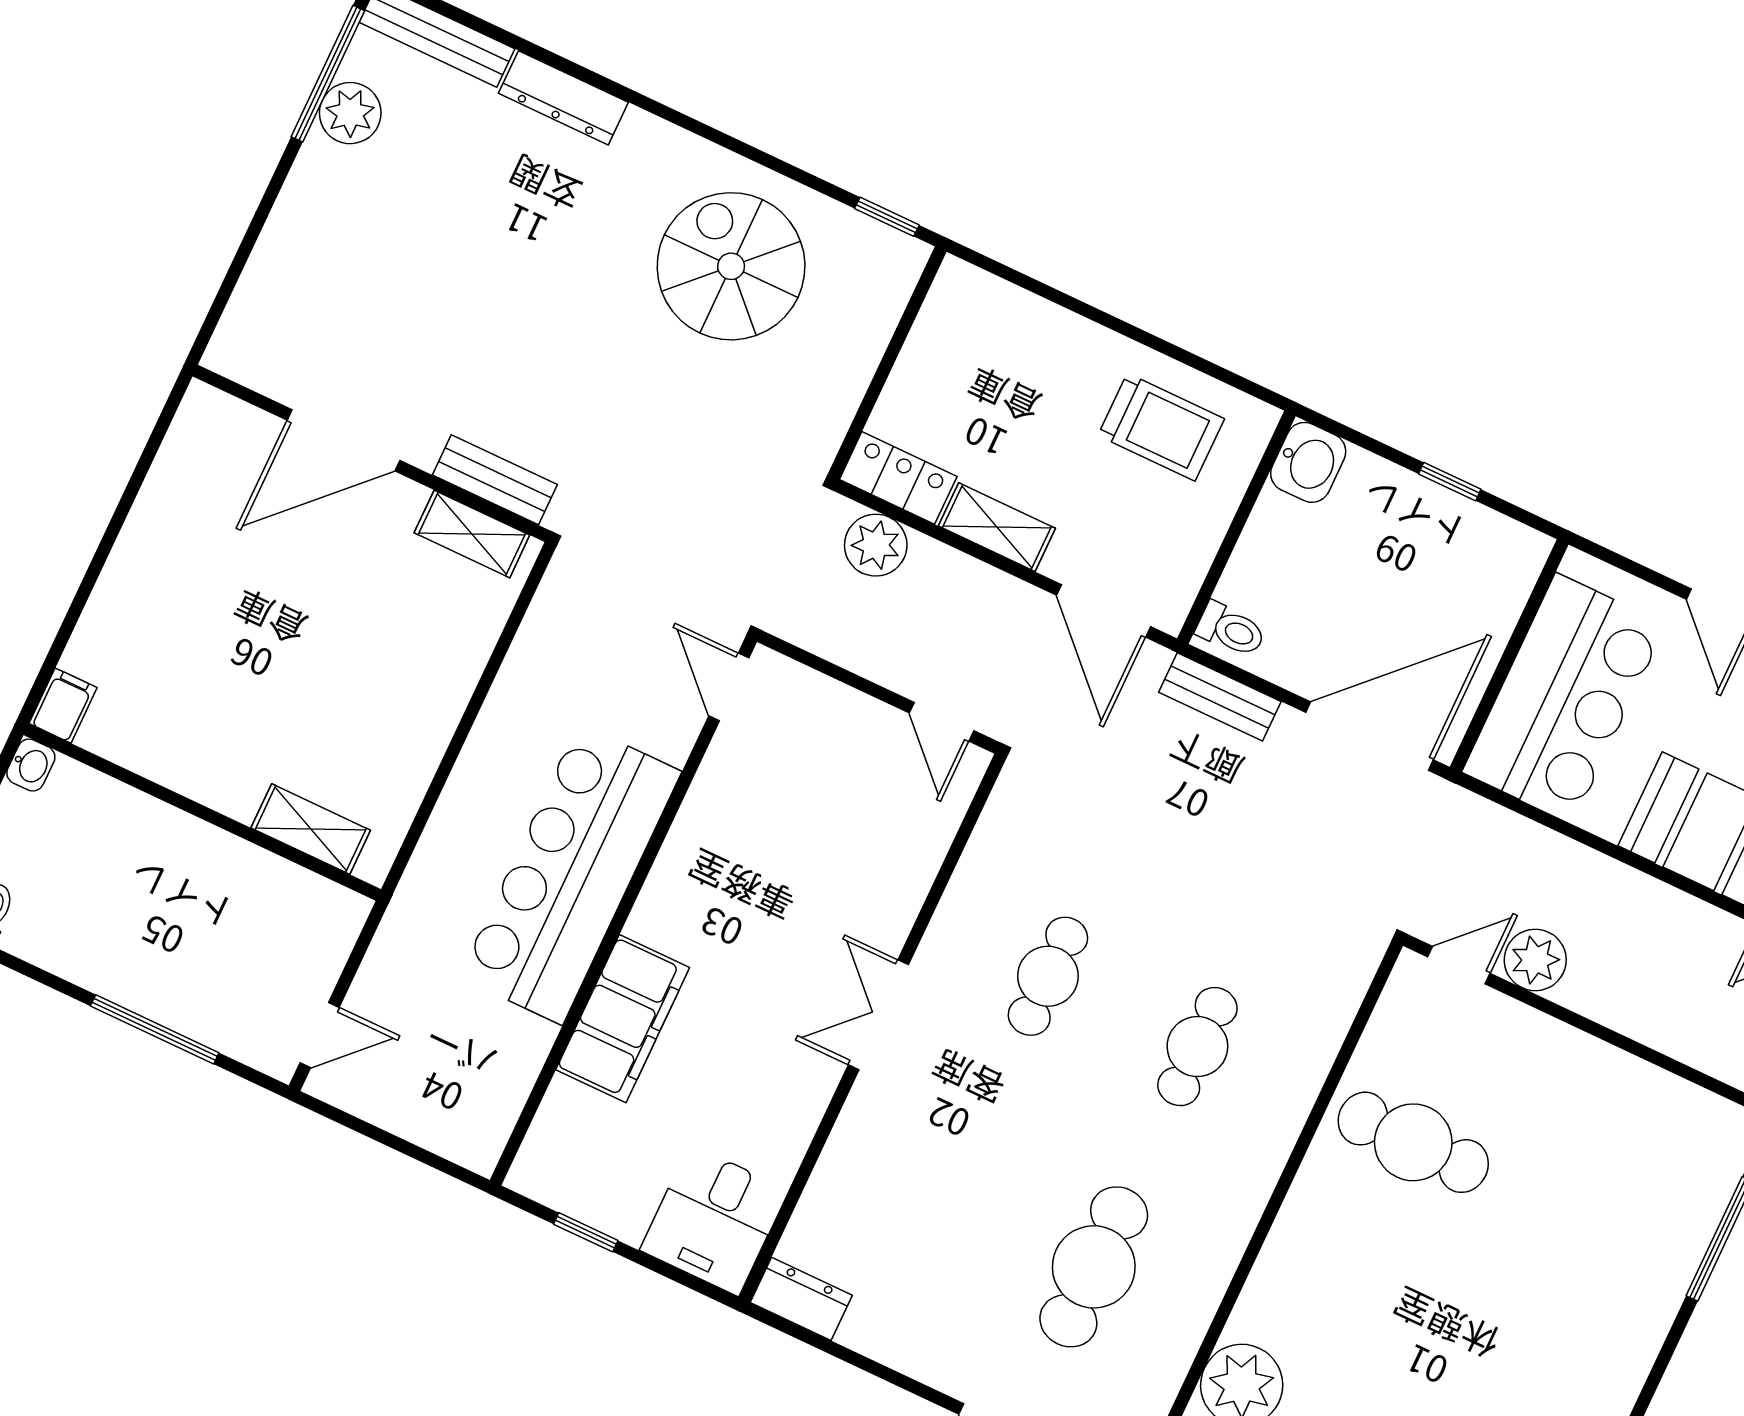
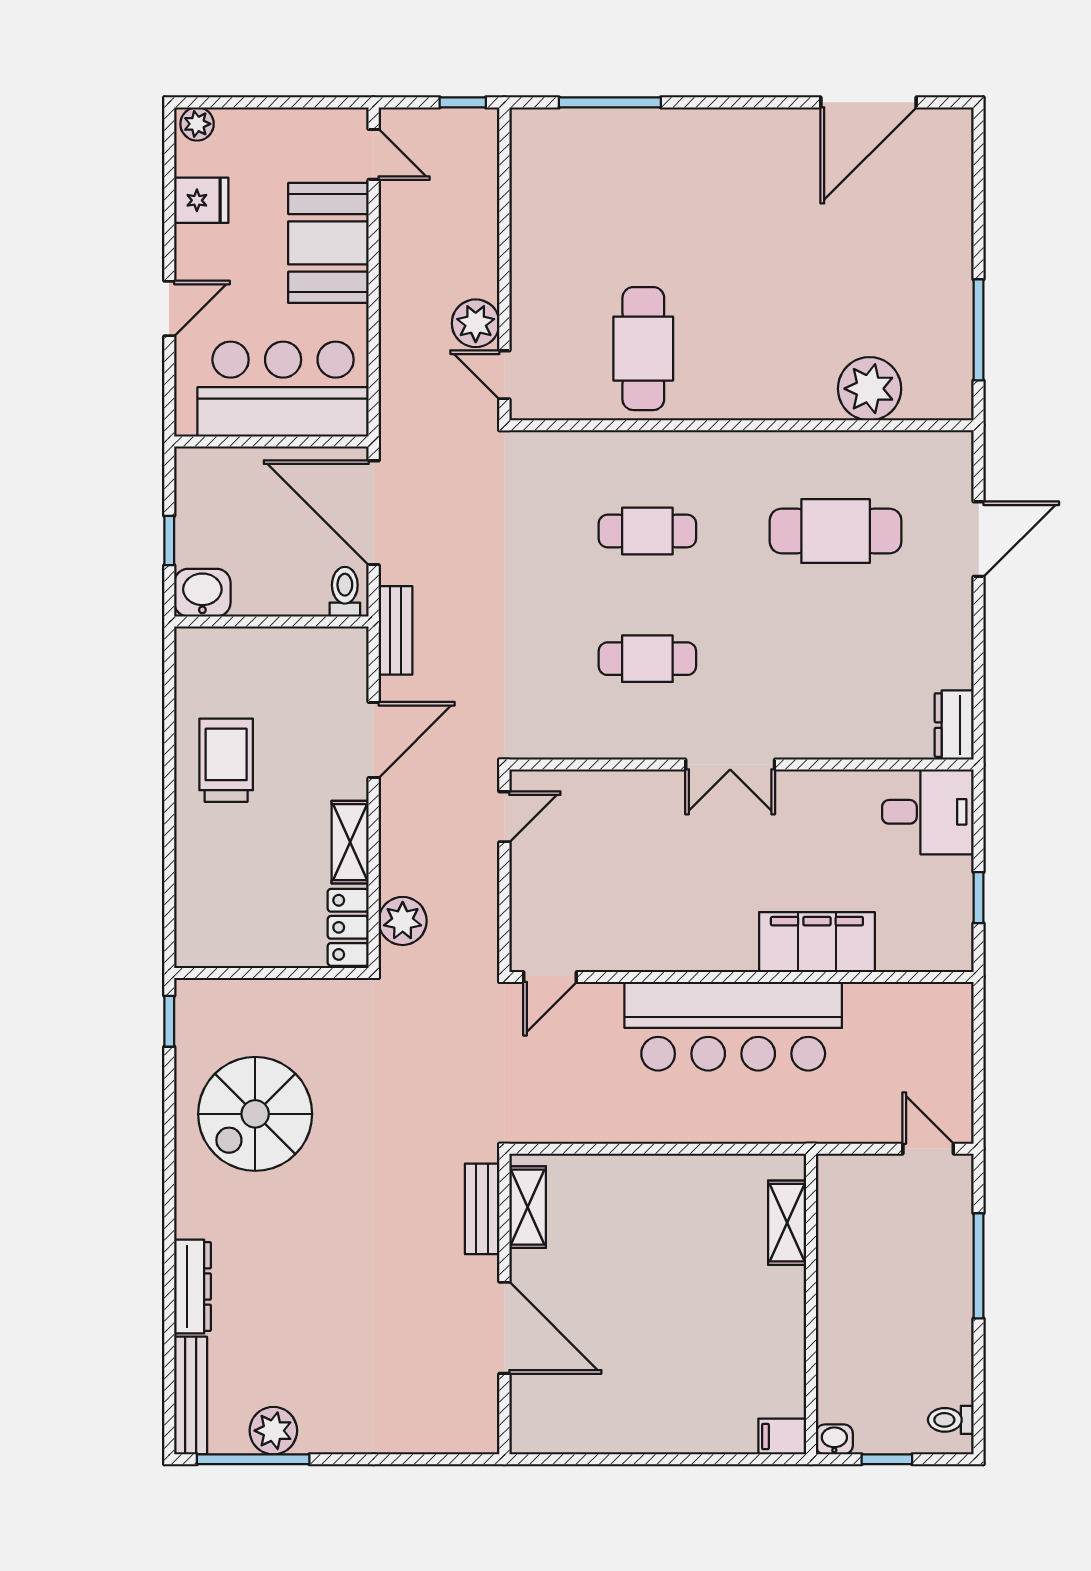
washbasin: (1308, 462) -> (202, 593), moved
wall: (1236, 527) -> (271, 621), moved
toilet: (1231, 630) -> (345, 592), moved

